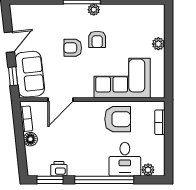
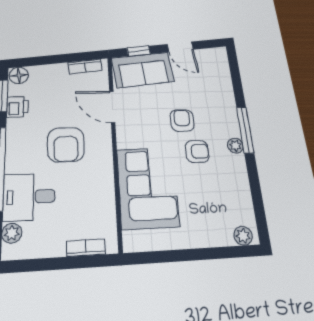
armchair: (97, 39) -> (197, 151), turned 180
plant: (158, 44) -> (243, 236), moved
armchair: (118, 119) -> (66, 145), moved
floor lamp: (30, 139) -> (19, 75), moved

